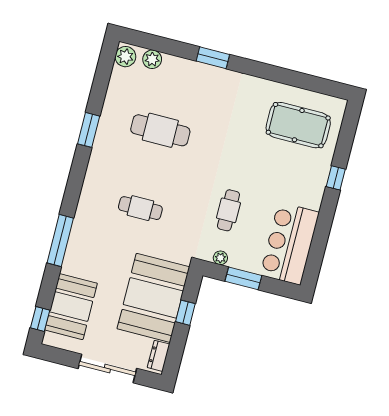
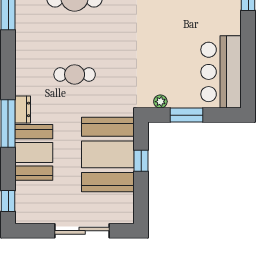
cafe table: (228, 210) -> (157, 56), removed
booth: (71, 307) -> (34, 152), moved
dresser: (159, 356) -> (23, 109), moved, turned 180

